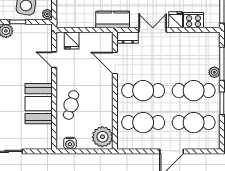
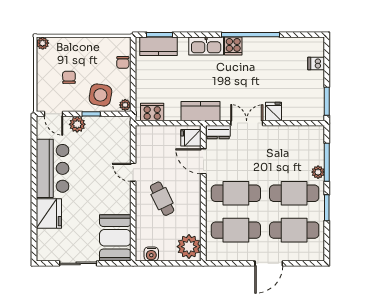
cooker: (194, 20) -> (152, 112), moved
fridge: (72, 41) -> (191, 138), moved, turned 90
door: (54, 60) -> (133, 172), moved
booth: (39, 104) -> (115, 238), moved
cafe table: (71, 105) -> (162, 199), moved, turned -41

